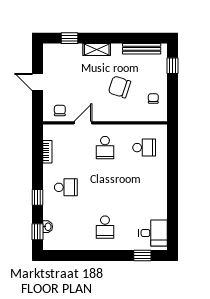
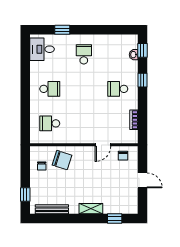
chair: (119, 87) -> (62, 160), moved
school desk: (105, 148) -> (50, 89), moved, turned 90
window: (142, 255) -> (62, 30), moved

